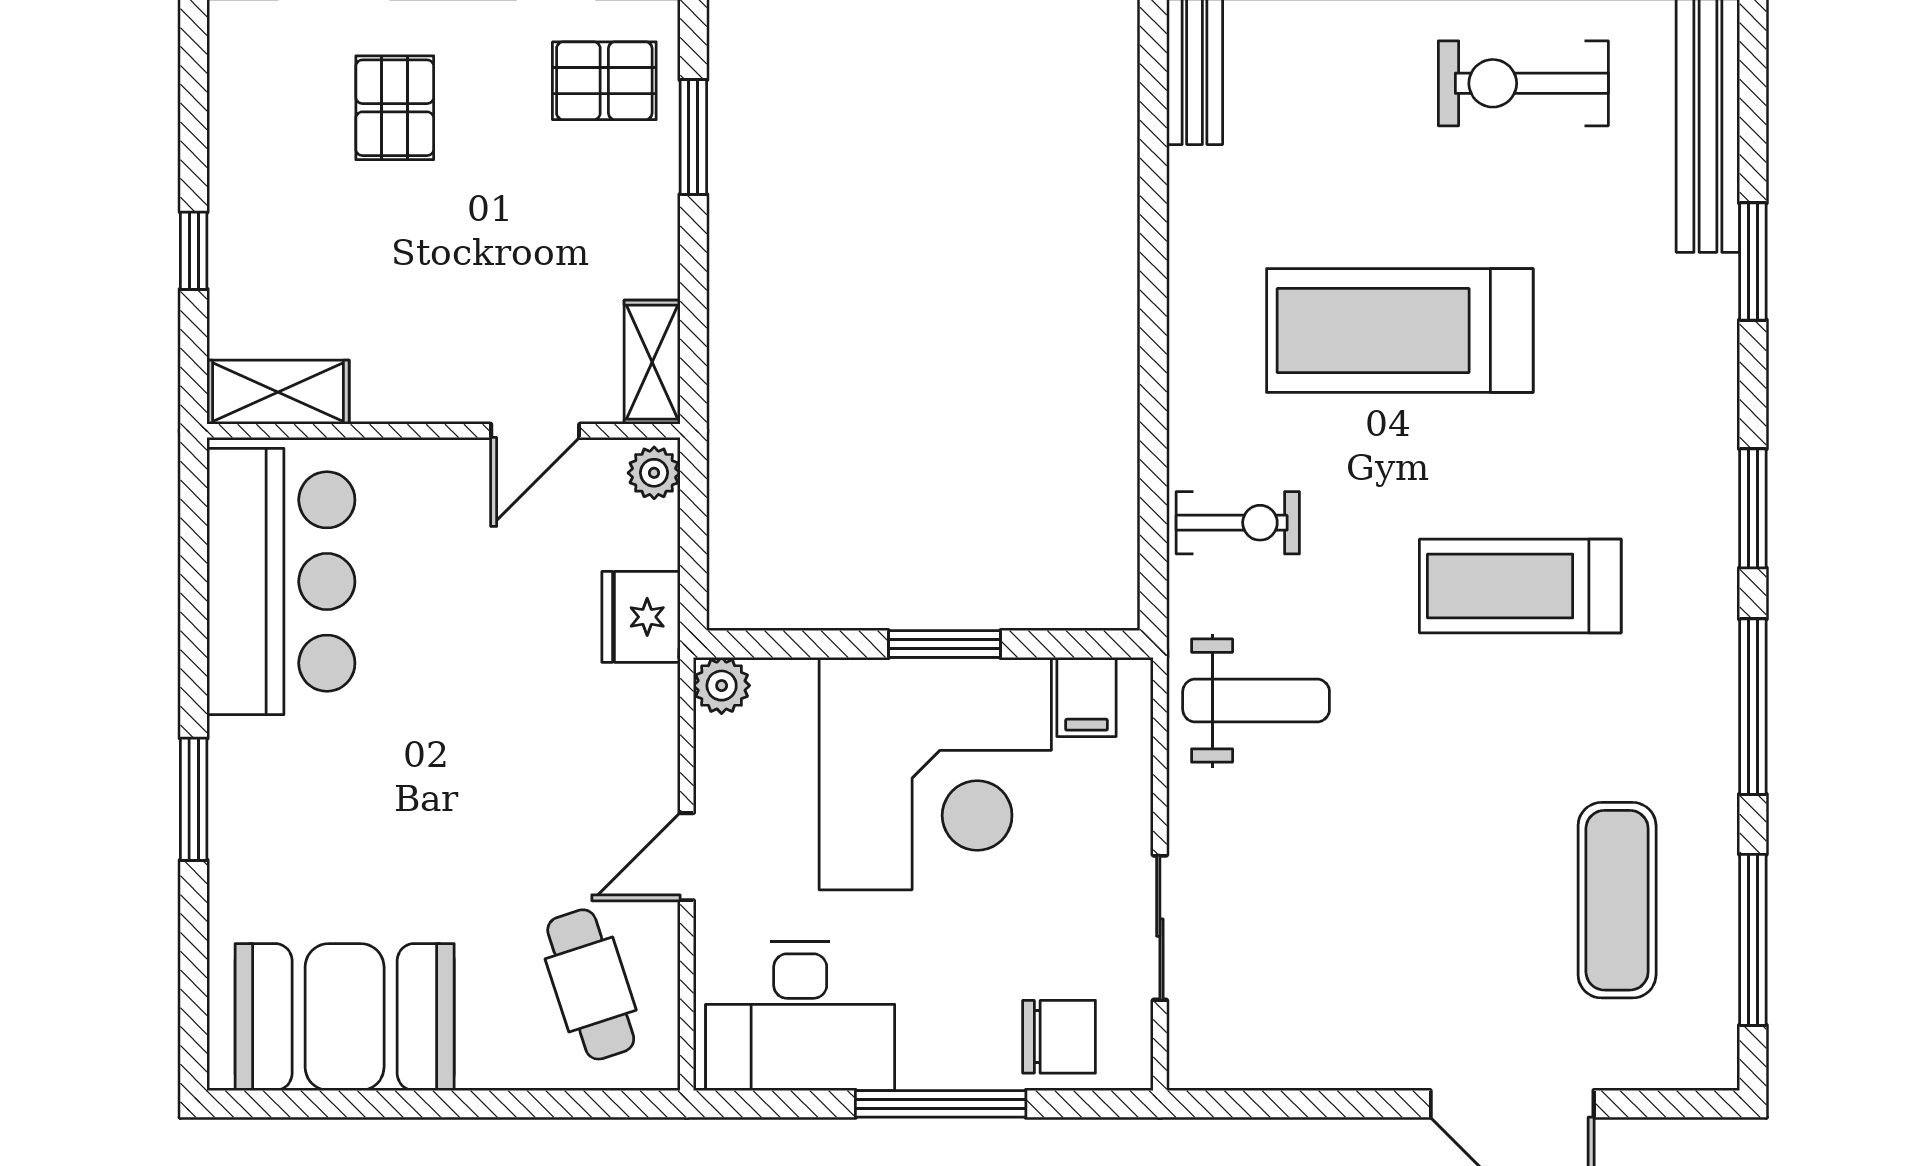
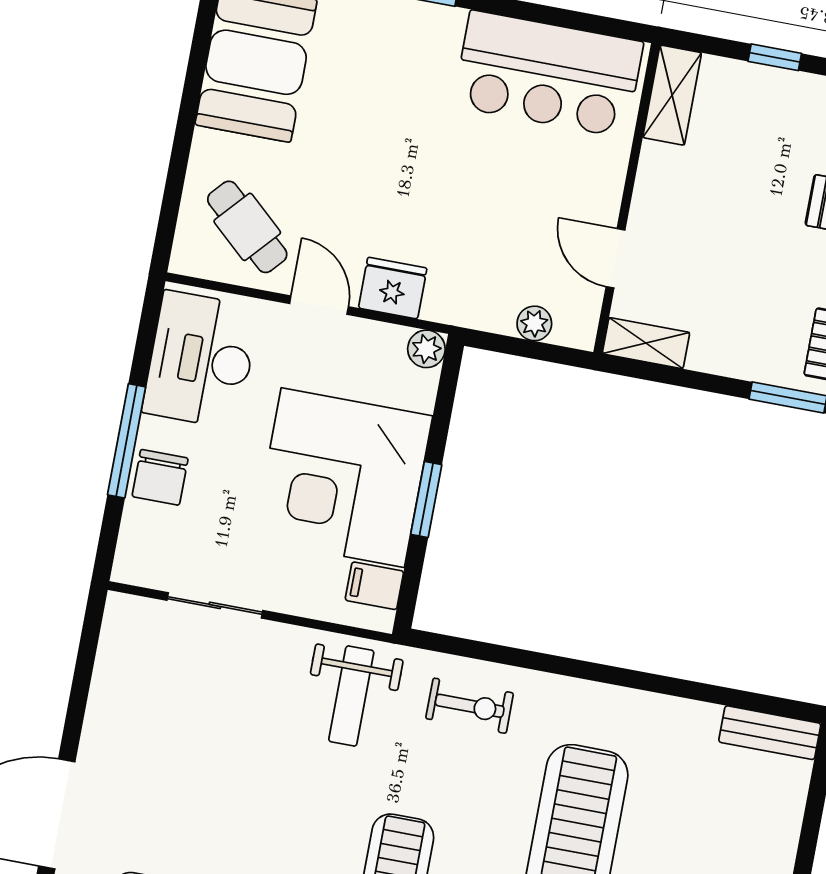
plant: (654, 473) -> (534, 323), moved
exercise bike: (1238, 523) -> (470, 706), turned -90
fridge: (641, 617) -> (393, 288), moved
cafe table: (591, 984) -> (247, 227), turned 60
chair: (1059, 1037) -> (160, 477), moved

